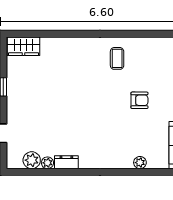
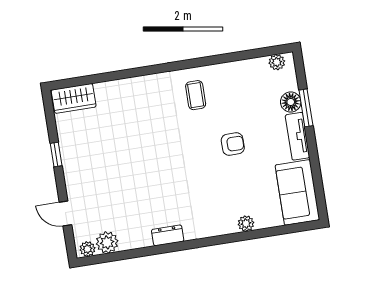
dresser: (66, 162) -> (168, 235), moved
plant: (47, 163) -> (87, 249), moved

